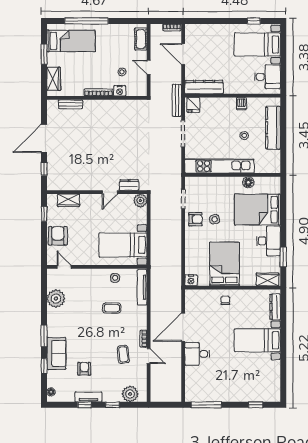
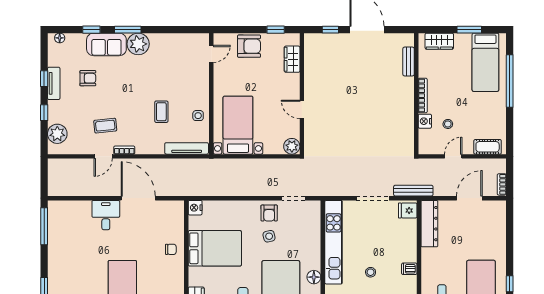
dresser: (129, 185) -> (311, 133), removed
plant: (56, 299) -> (138, 44), moved

